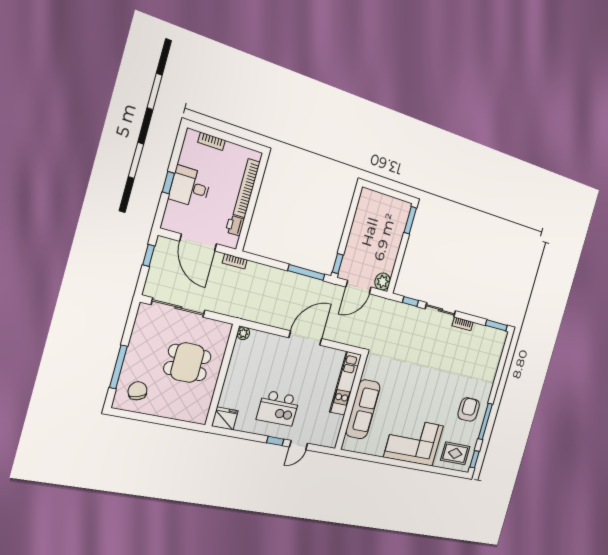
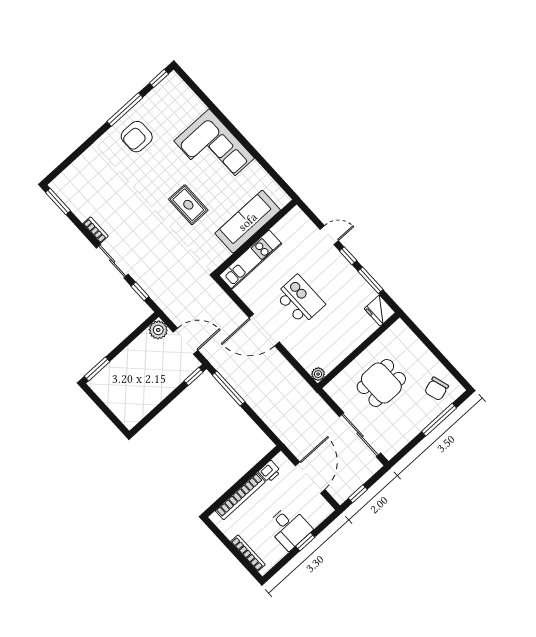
bookcase: (212, 141) -> (248, 553), width x1.56
bookcase: (235, 261) -> (288, 441), removed
dining table: (187, 363) -> (381, 383), turned 90
kitchen island: (278, 408) -> (300, 300), moved
window: (247, 436) -> (371, 280), added
rug: (455, 453) -> (188, 205), moved

